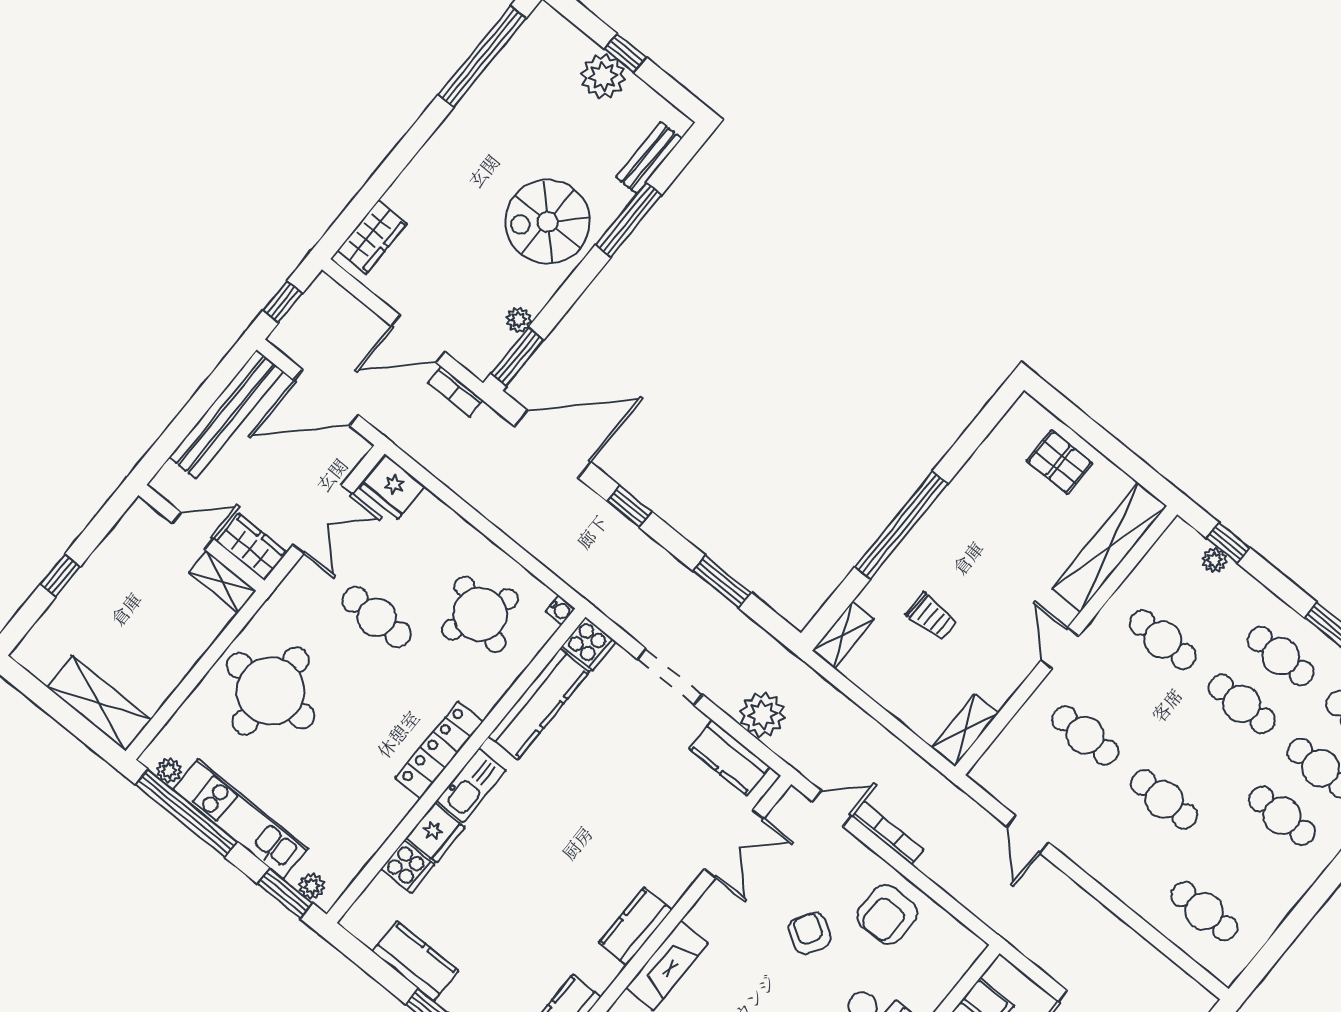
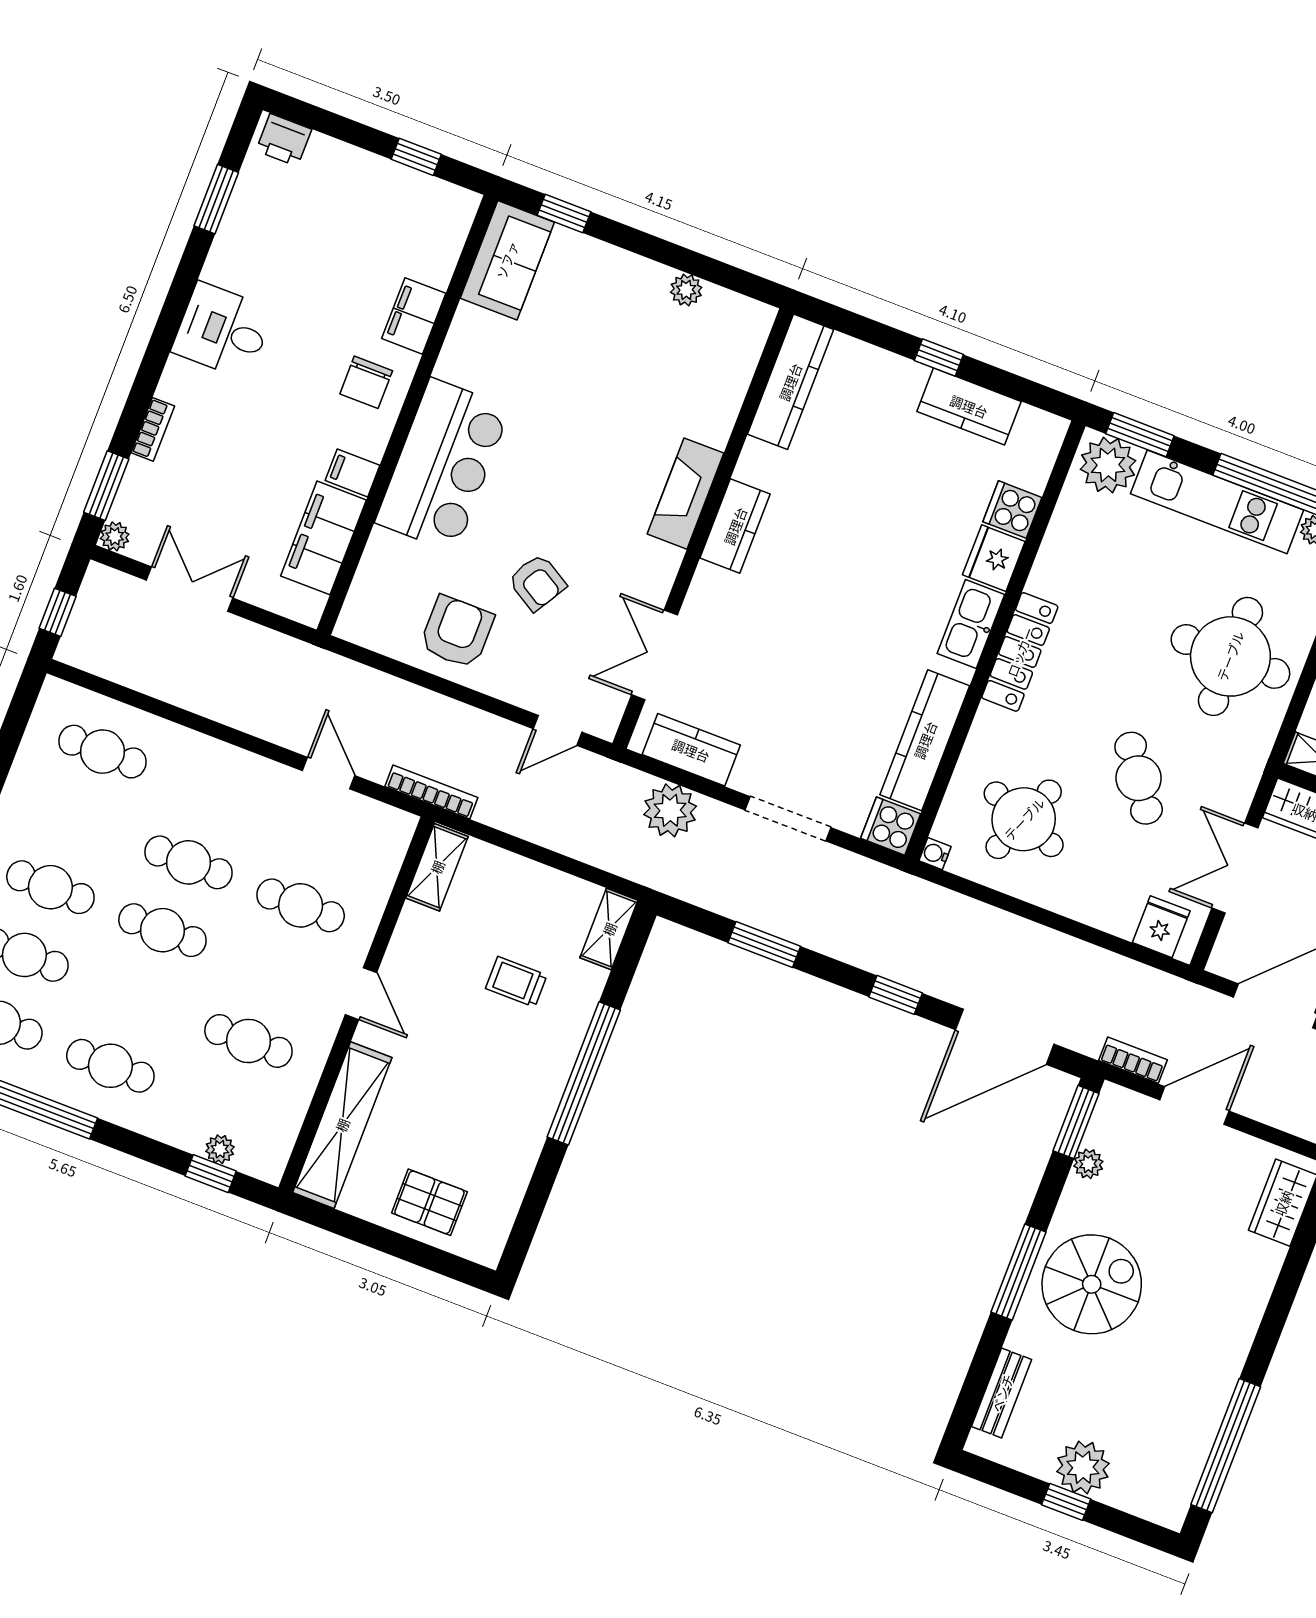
window: (628, 220) -> (1018, 1272), moved
fridge: (392, 487) -> (1161, 927), width x0.72
cafe table: (377, 617) -> (1139, 778), turned 55
cafe table: (1242, 704) -> (162, 930), moved
bookcase: (888, 833) -> (431, 792), moved, turned 180
plant: (312, 886) -> (1108, 465), width x1.88, depth x1.88

